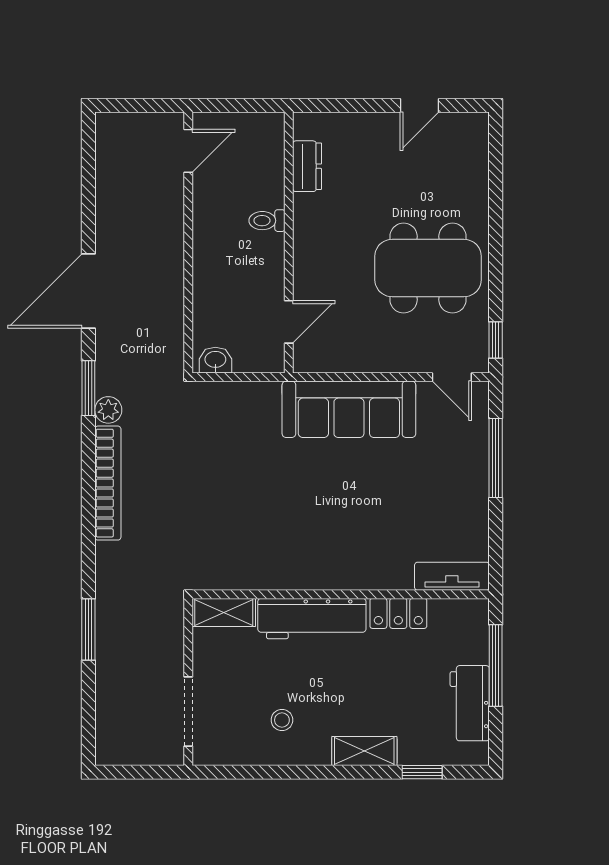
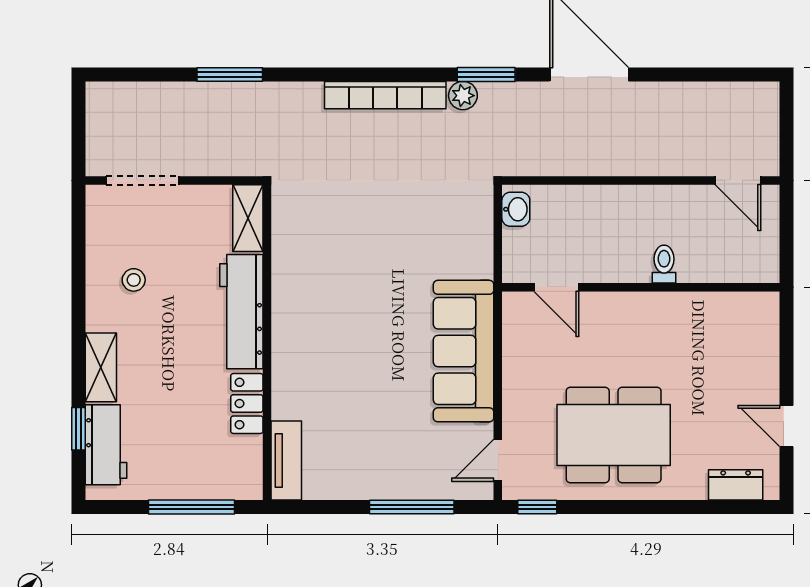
dresser: (307, 166) -> (736, 485), moved, turned 180
dining table: (428, 268) -> (614, 435), turned 90
workbench: (470, 703) -> (106, 445), moved, turned 90

